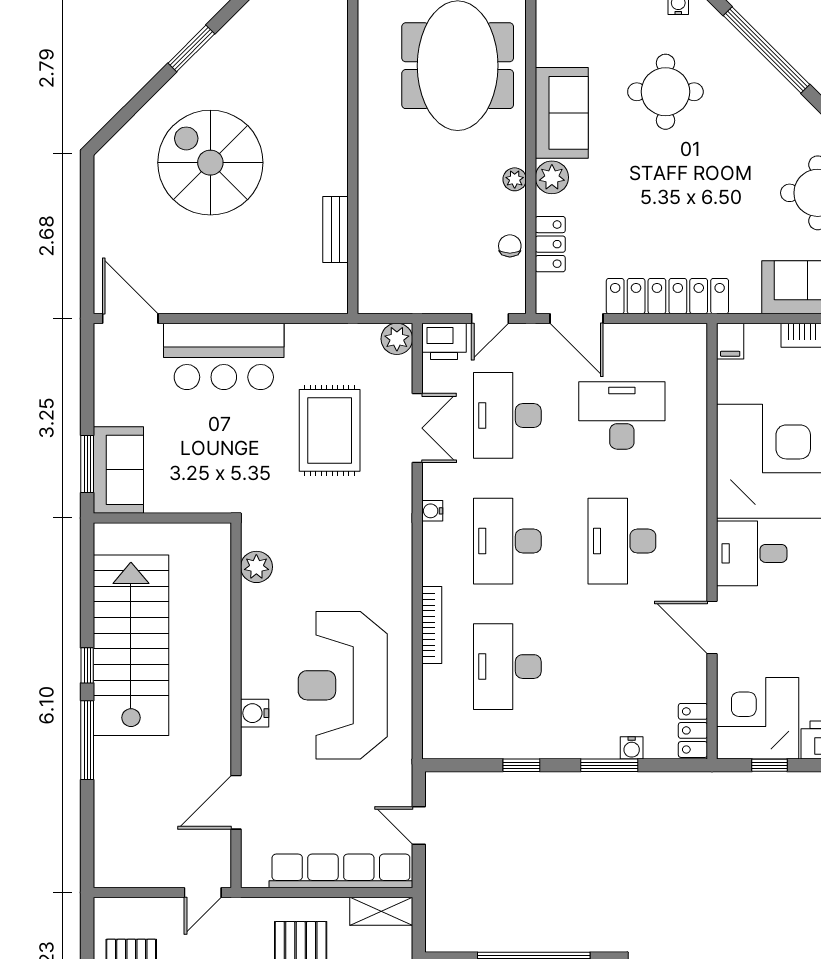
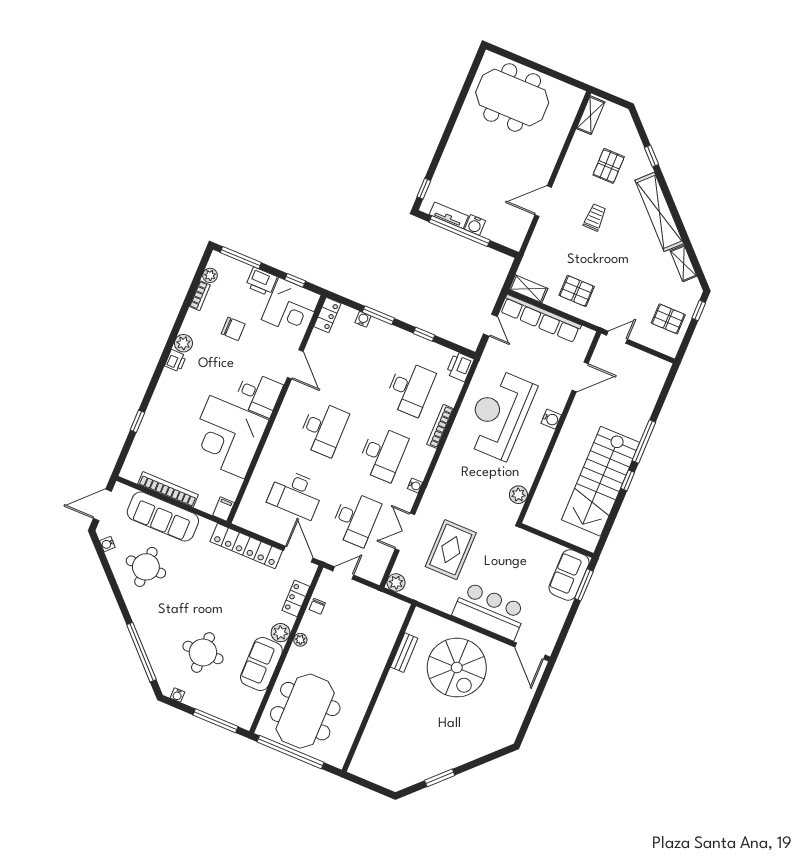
spiral stairs: (210, 163) -> (457, 668), moved
printer: (444, 341) -> (460, 367), moved, turned -90
reception desk: (343, 685) -> (499, 414), turned 180

